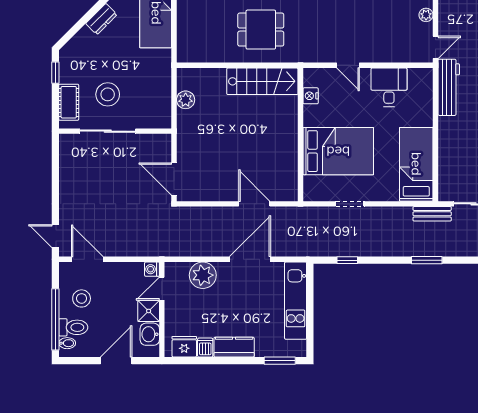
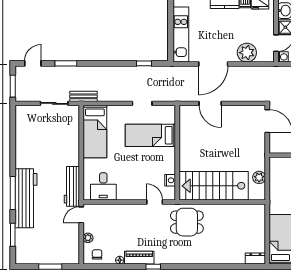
dining table: (261, 30) -> (187, 222), moved
door: (348, 65) -> (155, 202), moved
stairs: (262, 81) -> (214, 186), width x1.36, depth x1.51
desk: (389, 87) -> (103, 186), moved
bed: (338, 151) -> (150, 135), width x0.67
window: (427, 260) -> (66, 63), moved

